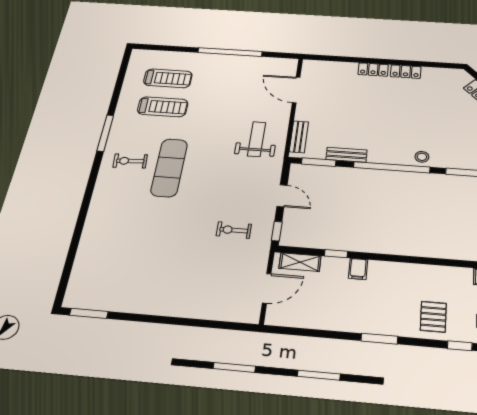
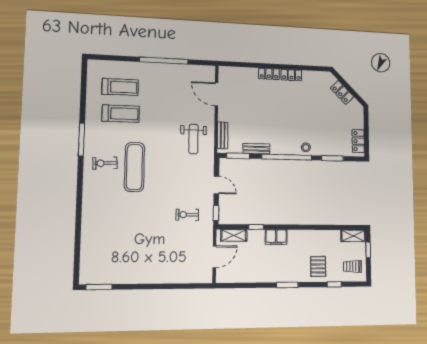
weight bench: (257, 139) -> (193, 139), turned 180
filing cabinet: (358, 269) -> (276, 237), width x2.00

